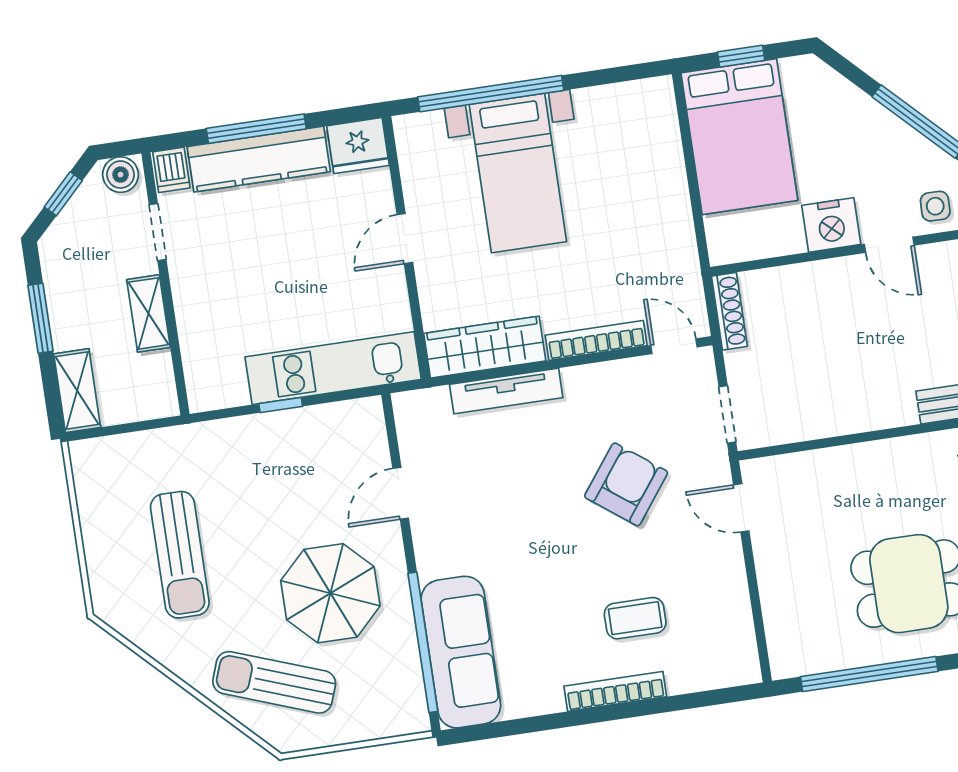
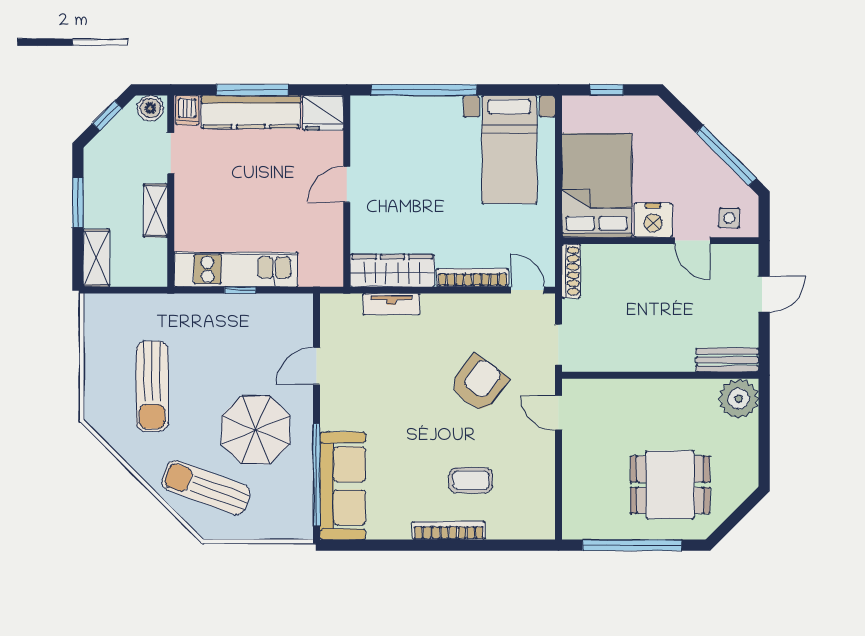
bed: (739, 137) -> (597, 185), moved, turned 180
bed with nightstands: (518, 173) -> (509, 150), moved
kitchen unit: (333, 368) -> (236, 269), moved
tv unit: (506, 391) -> (391, 304), width x0.71

